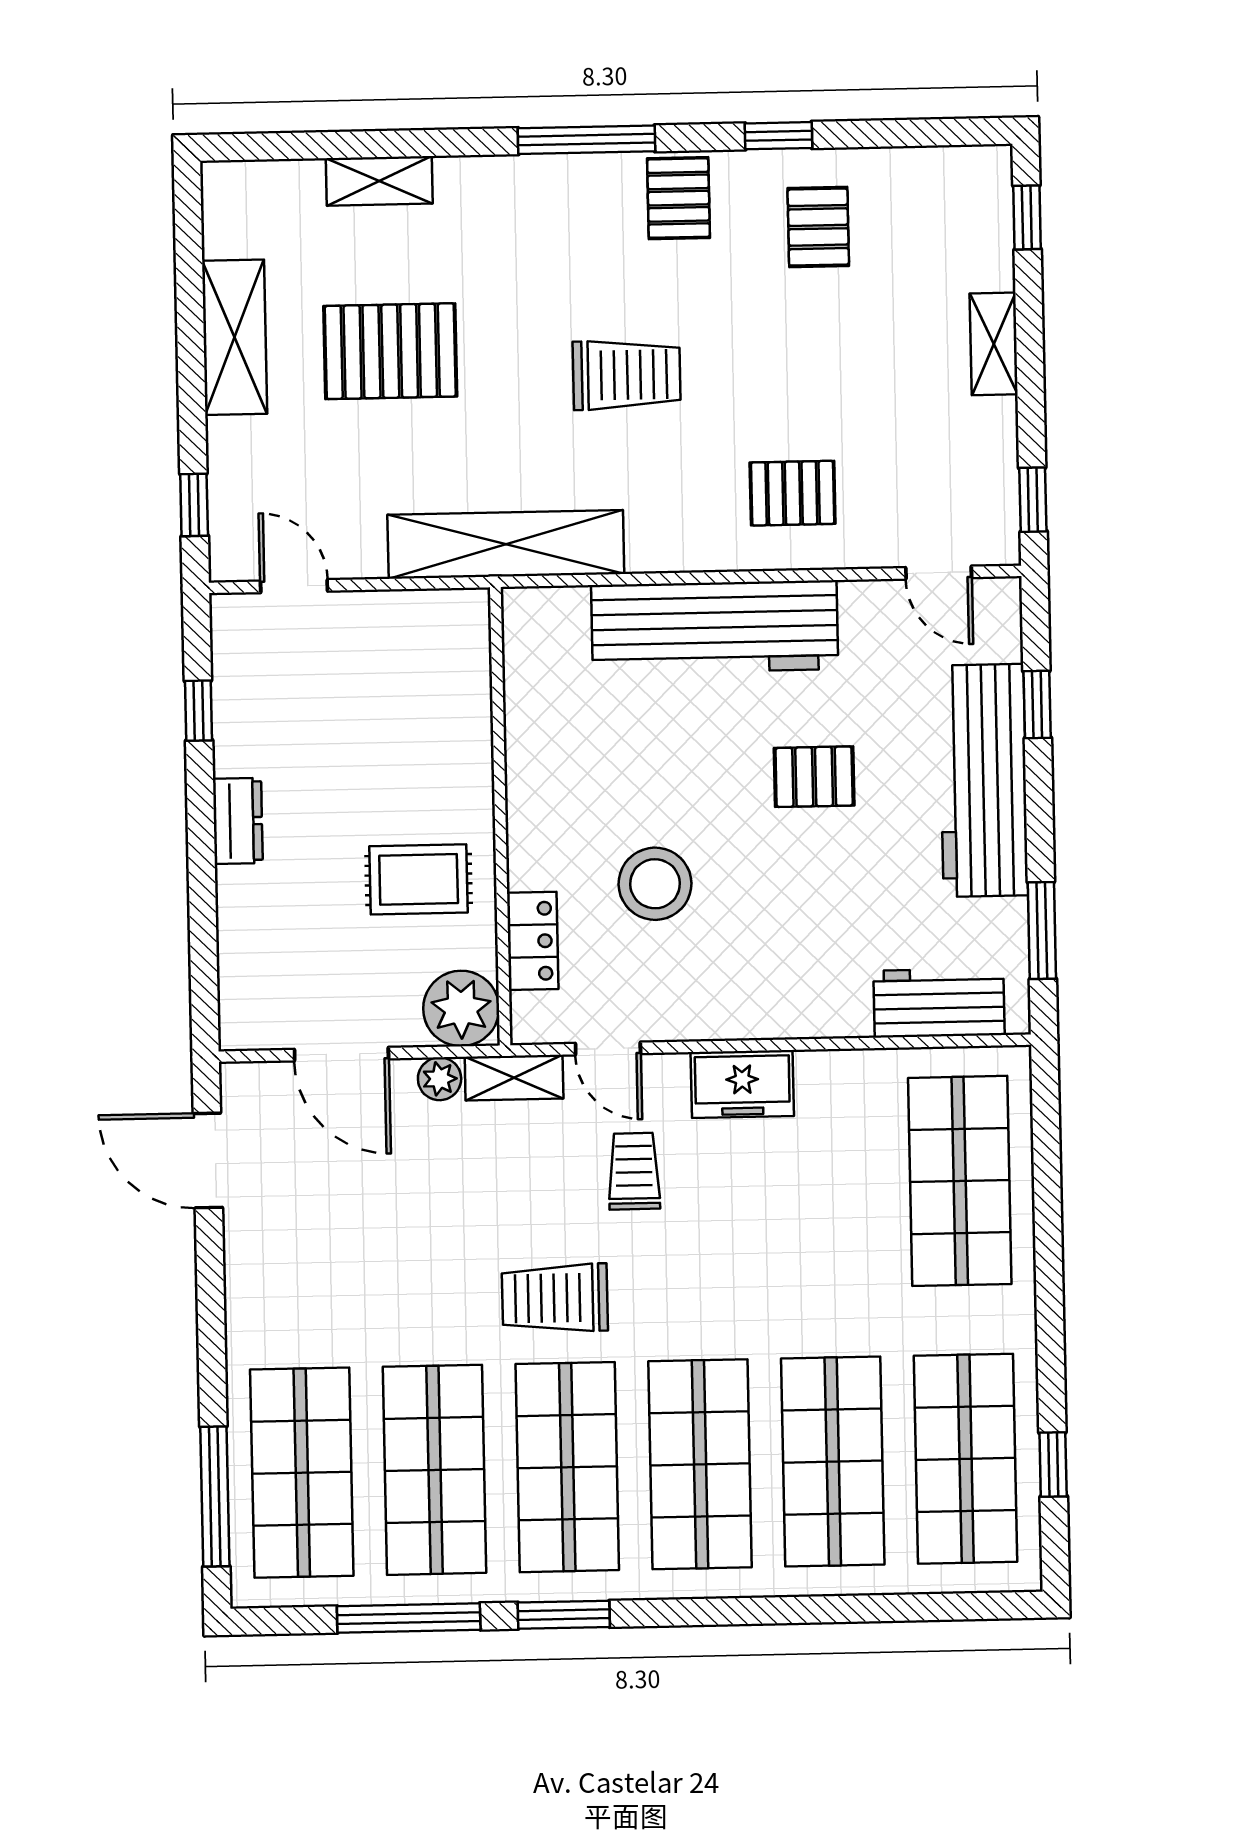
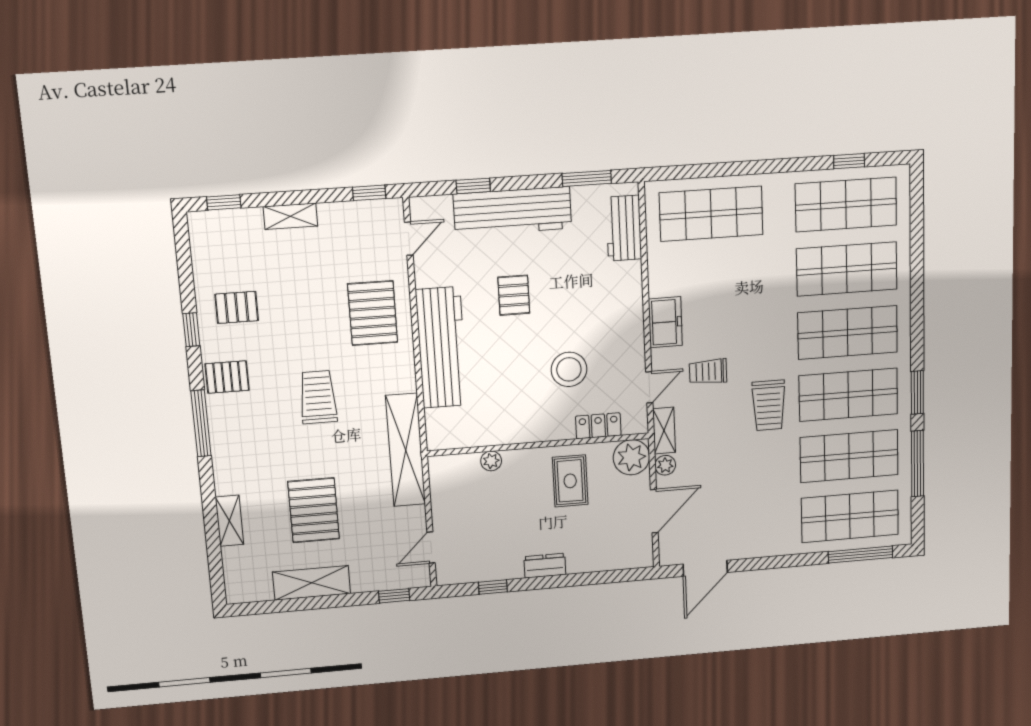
pallet: (793, 493) -> (373, 313), width x1.50, depth x1.42
plant: (472, 718) -> (491, 461), added

